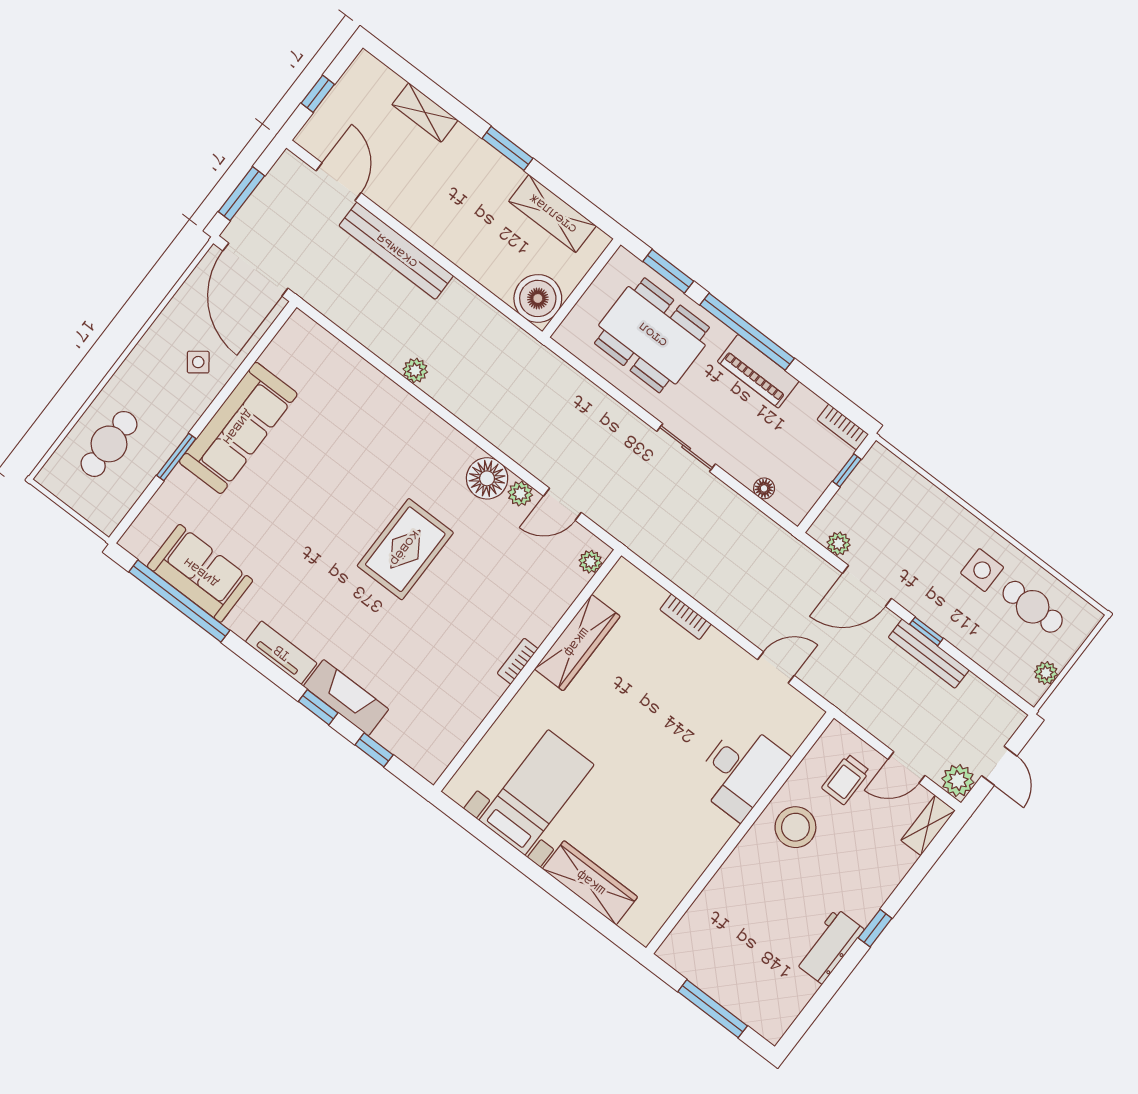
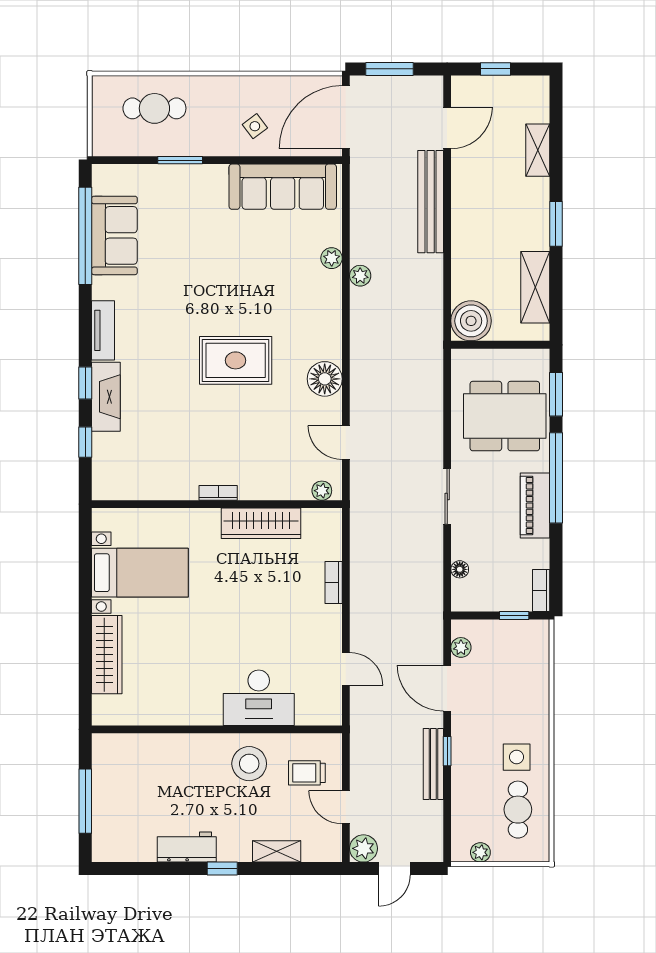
dining table: (652, 335) -> (505, 416), turned 90
sofa: (238, 428) -> (283, 187), moved
plant: (520, 494) -> (332, 258), moved
shelving: (928, 825) -> (277, 851), moved

